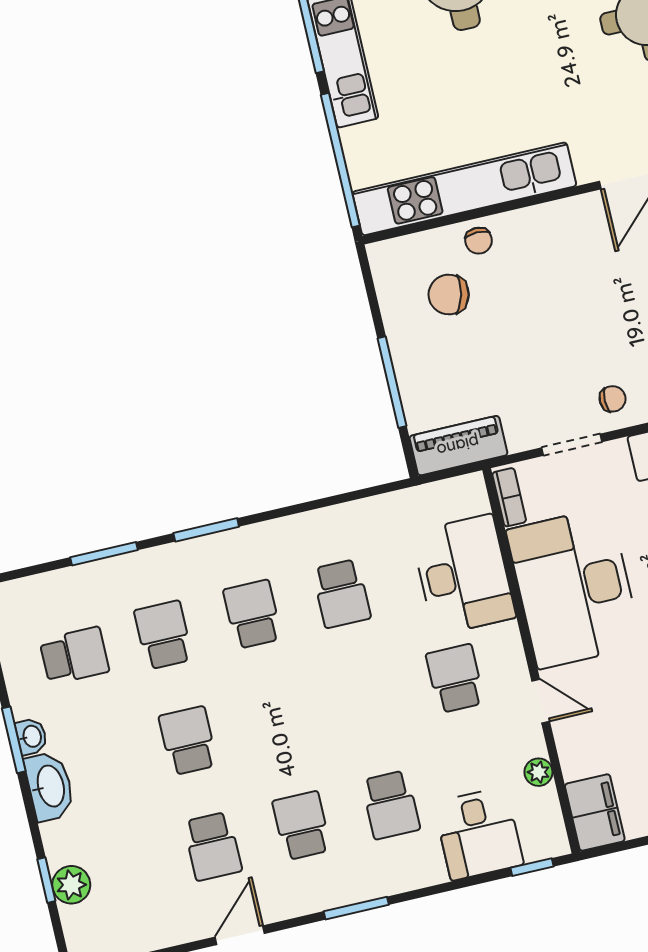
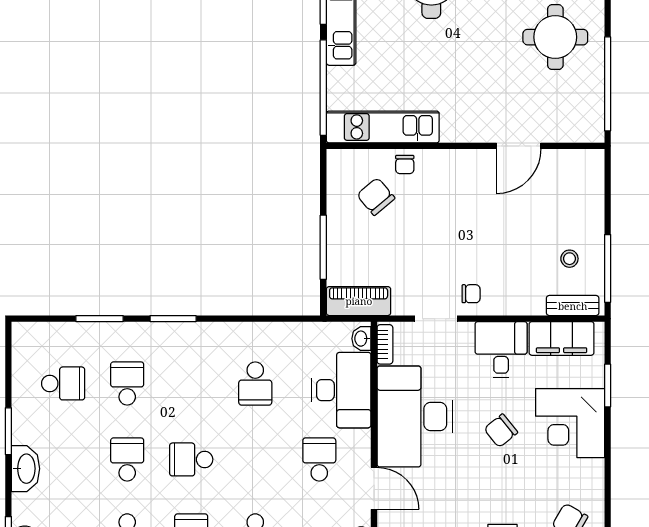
kitchen unit: (464, 189) -> (383, 127), width x0.73
chair: (449, 294) -> (376, 197), turned 36
school desk: (252, 614) -> (191, 459), moved, turned -90
door: (541, 701) -> (374, 488), width x1.38
washbasin: (31, 736) -> (361, 339), moved, turned 180

